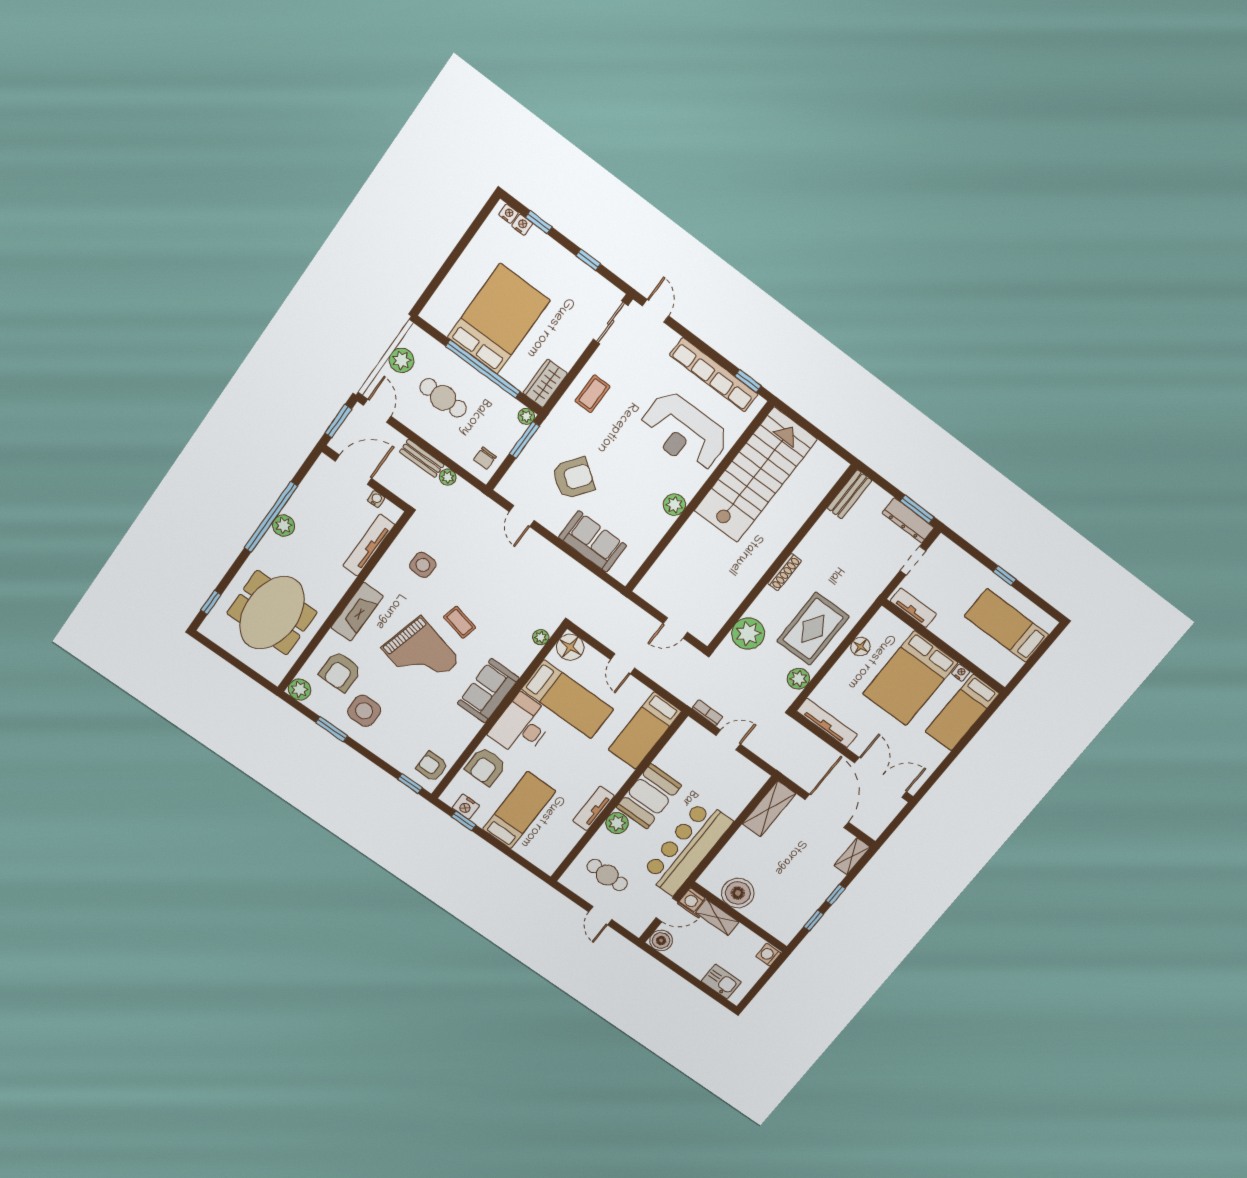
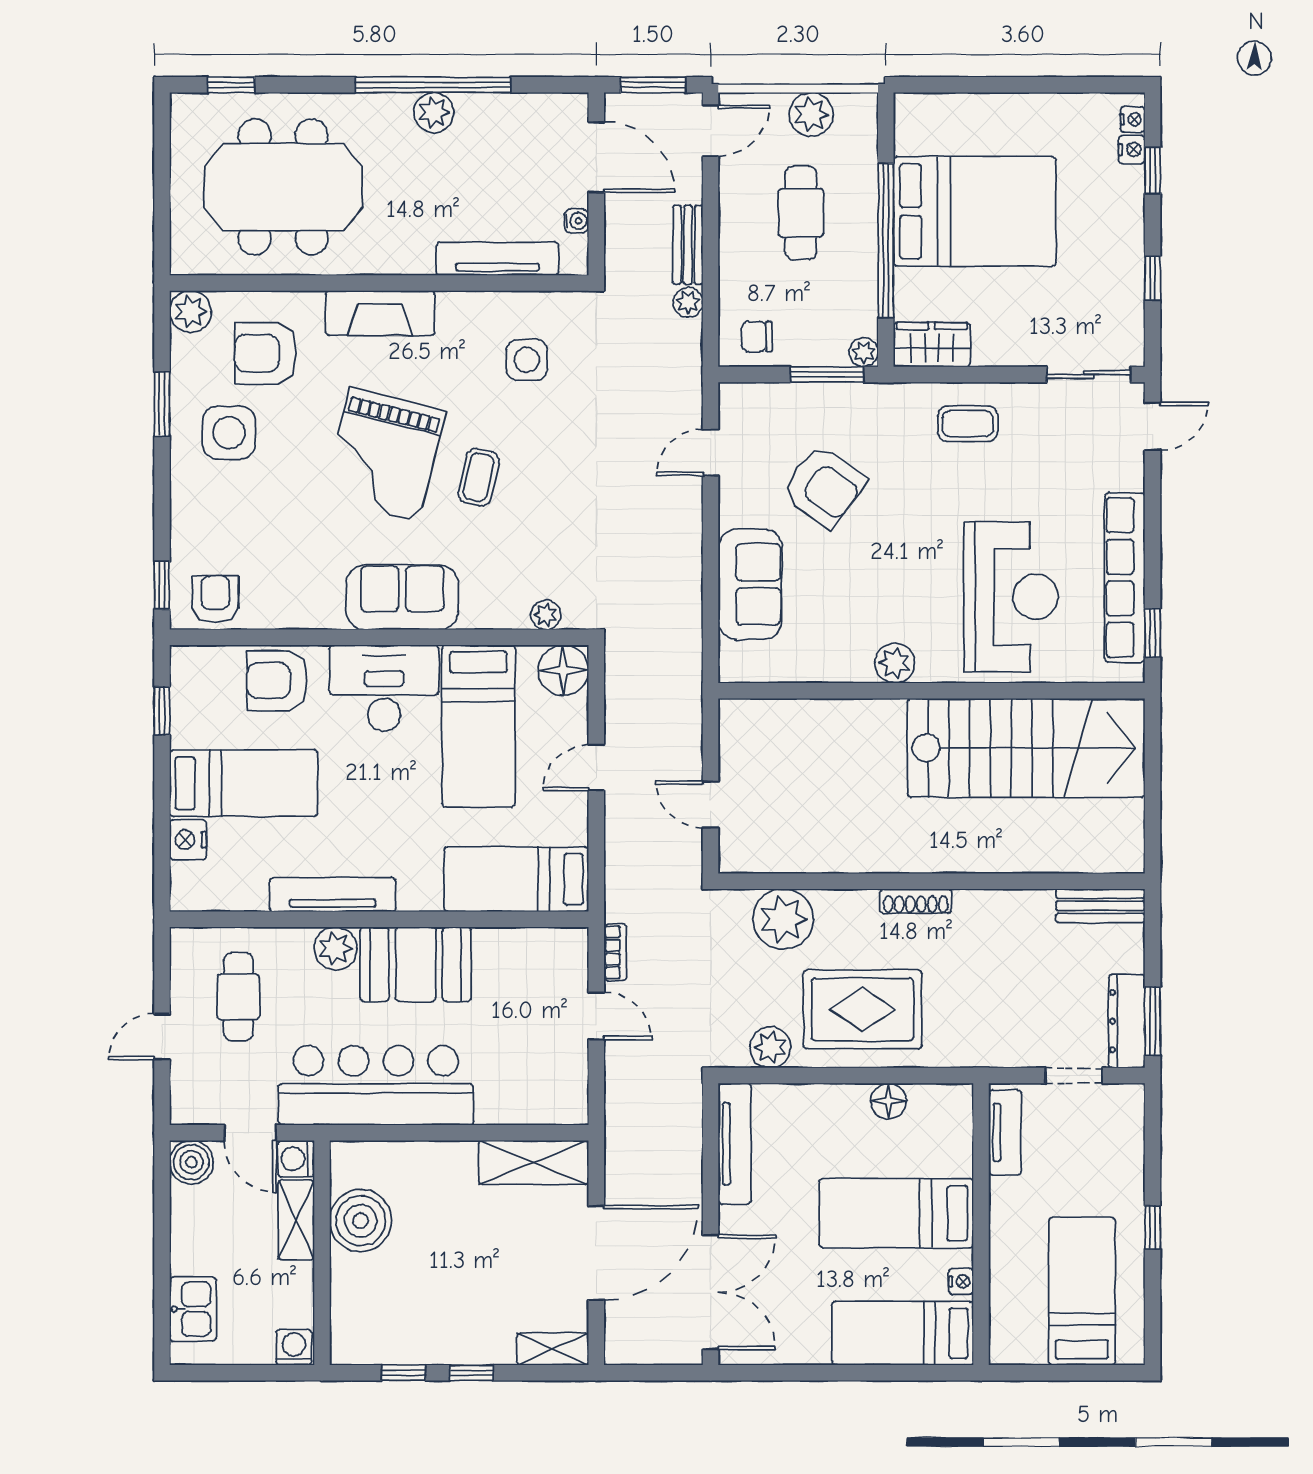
reception desk: (684, 432) -> (1011, 597), turned 180
bed: (910, 678) -> (896, 1213), width x0.67
nightstand: (466, 807) -> (188, 840), moved
tv unit: (594, 808) -> (333, 895), width x1.41

